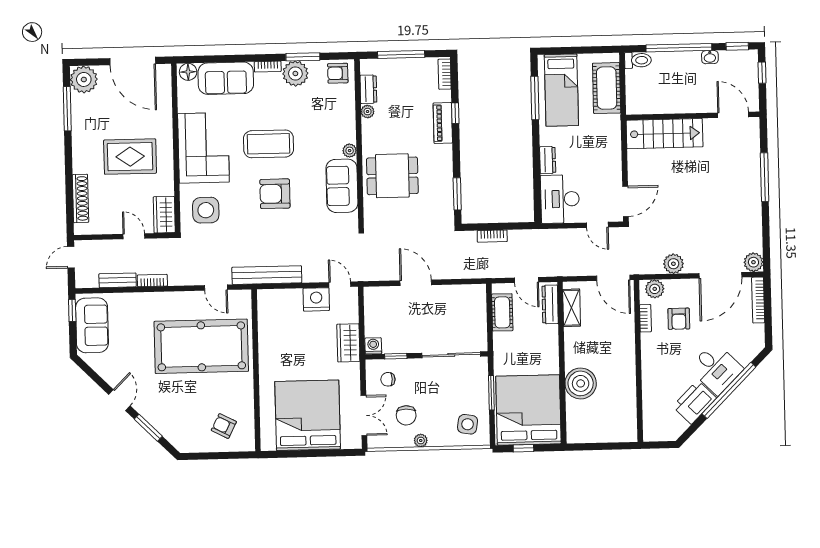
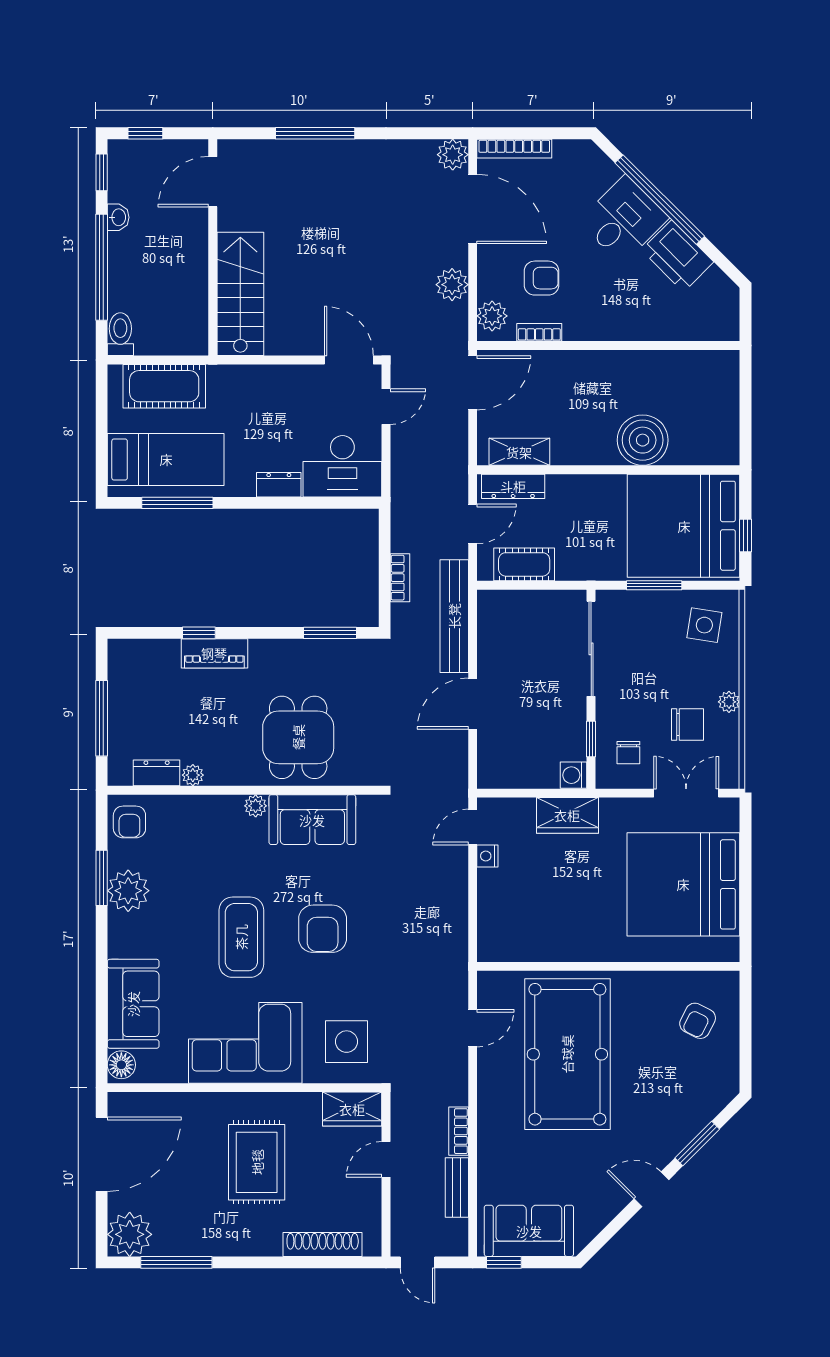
bookcase: (268, 67) -> (116, 935), removed
bookcase: (445, 74) -> (135, 648), removed
bench: (267, 275) -> (454, 616), moved
nightstand: (316, 299) -> (487, 856), width x0.53, depth x0.56

